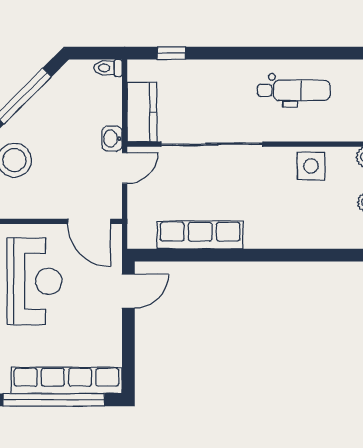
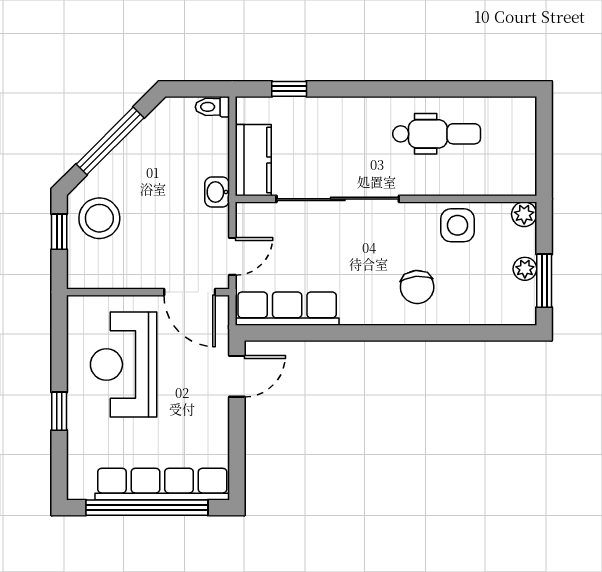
door: (125, 168) -> (232, 256), moved
chair: (278, 217) -> (417, 287), added
row of seats: (200, 235) -> (287, 309), moved
reception desk: (34, 281) -> (124, 364), turned 180

